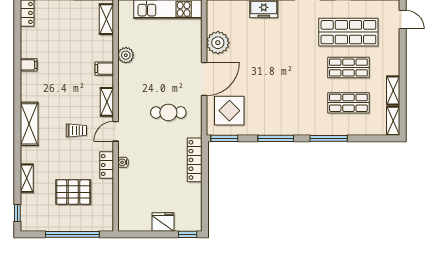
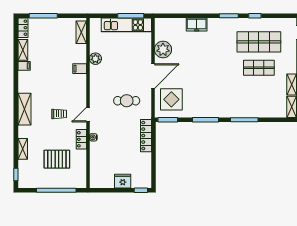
shelving: (107, 102) -> (23, 50), moved
shop shelf: (348, 103) -> (259, 94), removed

